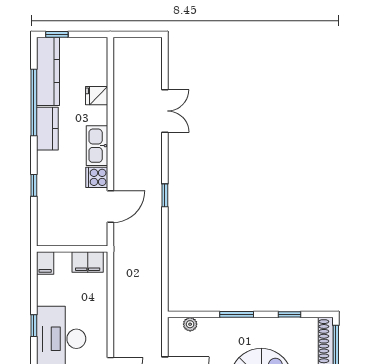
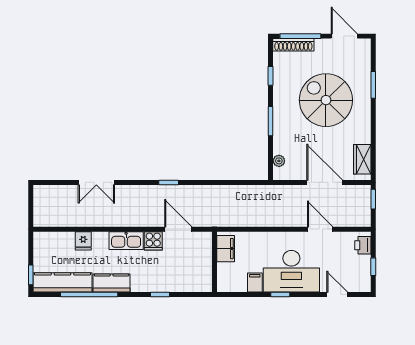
double door: (165, 111) -> (96, 182), swing flipped
filing cabinet: (45, 263) -> (255, 283), moved, turned -90

